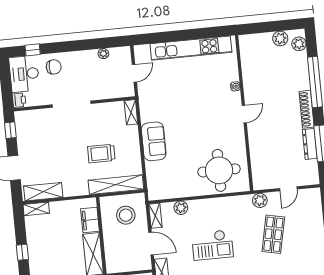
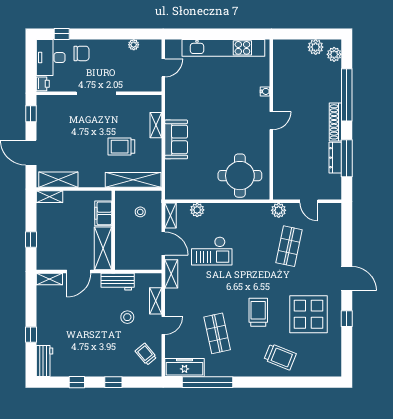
shelving: (131, 112) -> (156, 125), moved
door: (288, 189) -> (309, 201), hinge flipped
stool: (126, 215) -> (140, 212), width x0.53, depth x0.53
checkout: (212, 245) -> (212, 251), moved

